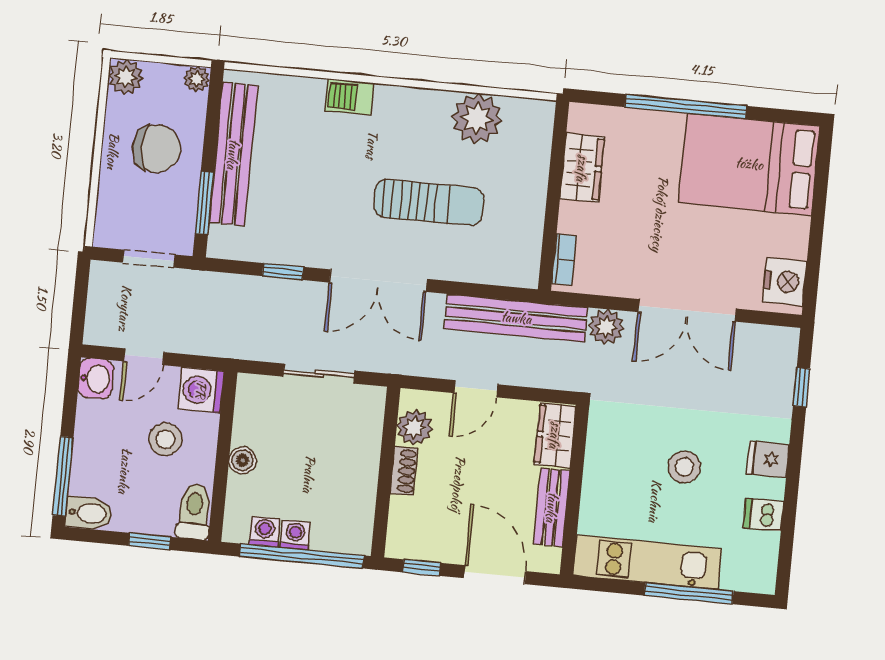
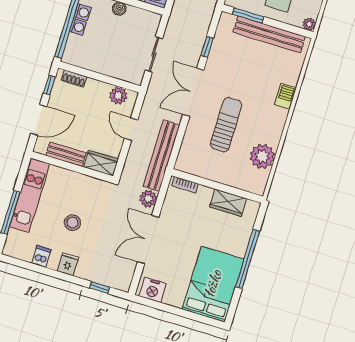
sun lounger: (429, 203) -> (226, 125), turned 180
shoe rack: (404, 471) -> (74, 79), moved

